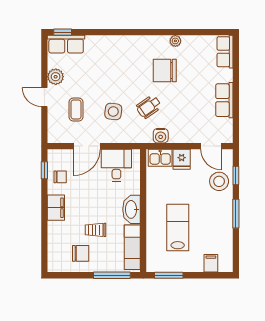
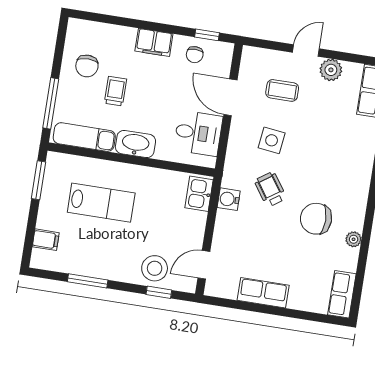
row of seats: (225, 52) -> (342, 294), moved, turned -90
chair: (165, 70) -> (316, 219), turned -90
fridge: (182, 159) -> (192, 222), removed
window: (236, 214) -> (88, 281), moved

